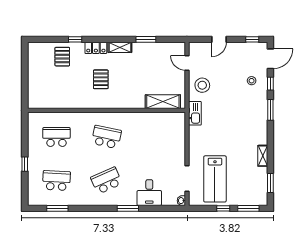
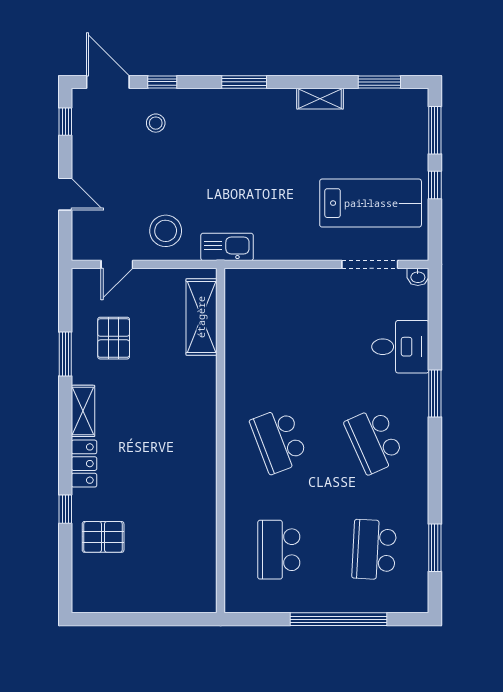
pallet: (101, 79) -> (114, 338), moved, turned 90
window: (270, 110) -> (244, 82), moved
school desk: (106, 137) -> (279, 441), turned -33
window: (25, 164) -> (338, 619), width x3.17

